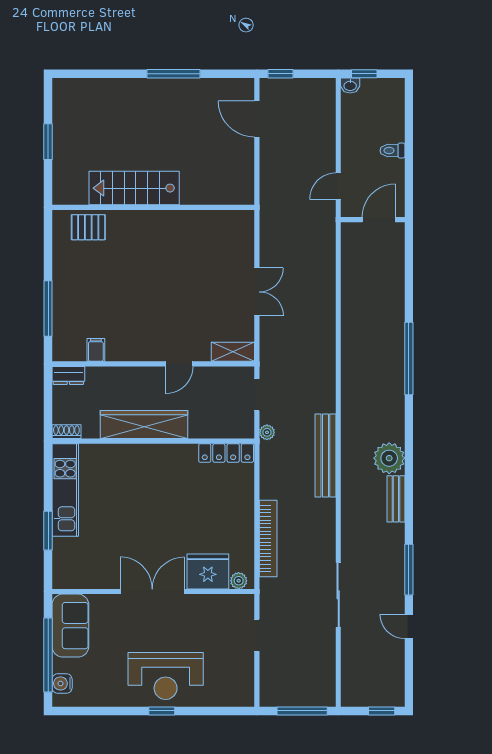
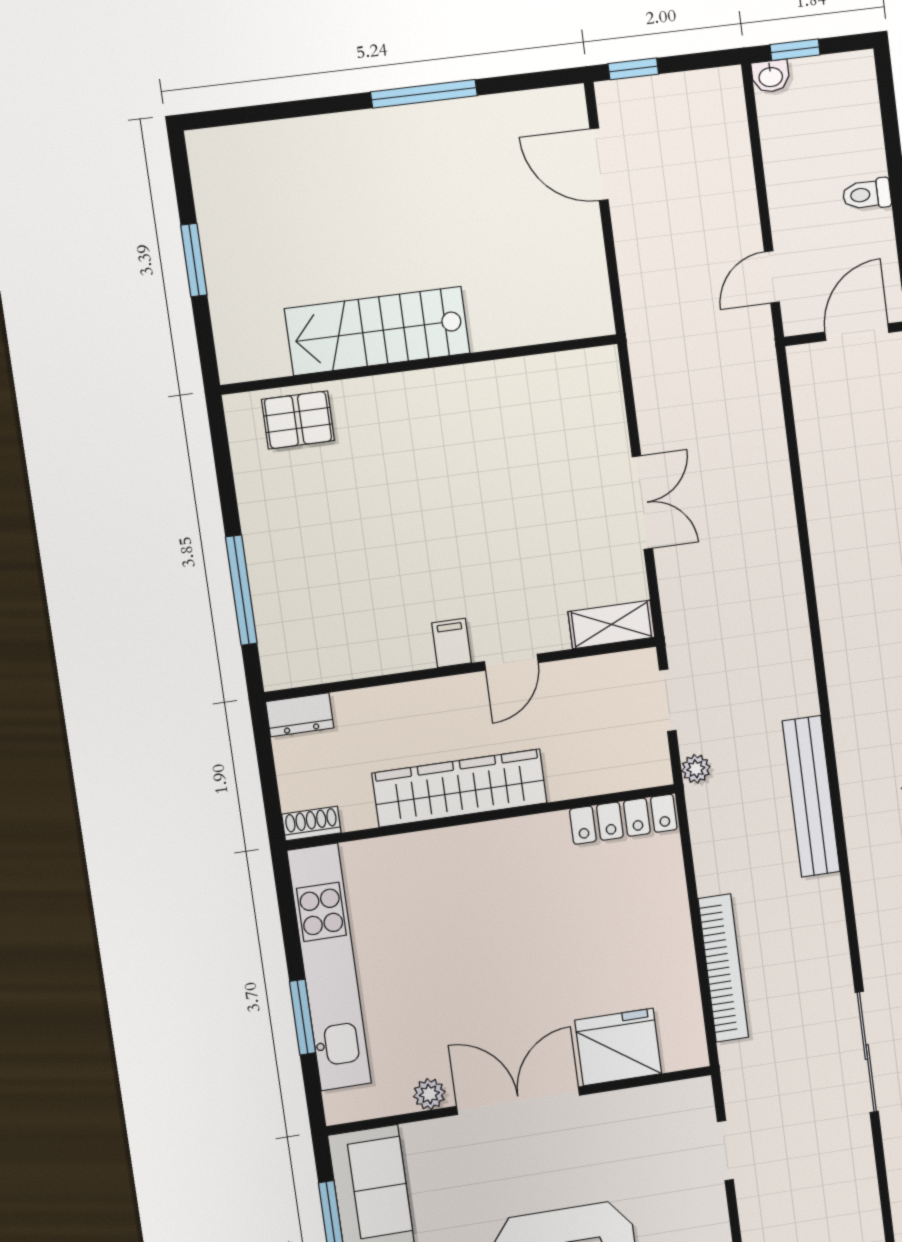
filing cabinet: (96, 350) -> (452, 643), moved
kitchen unit: (65, 490) -> (329, 967), width x1.36
plant: (239, 581) -> (429, 1094), moved

